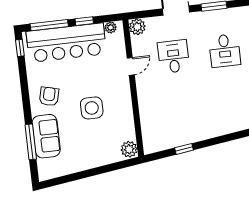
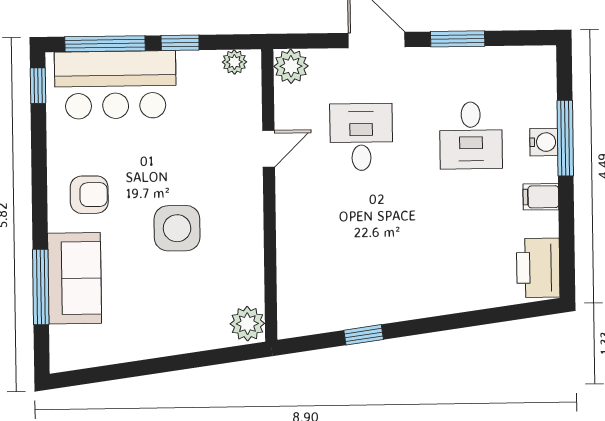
bar counter: (66, 43) -> (115, 85), width x0.73
armchair: (49, 96) -> (89, 195), turned 76

